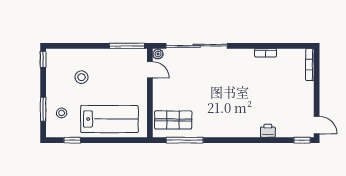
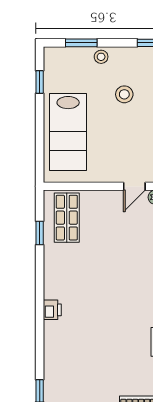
stool: (62, 113) -> (101, 57), moved
printer: (268, 131) -> (52, 310), moved
window: (185, 140) -> (40, 233), width x0.46

